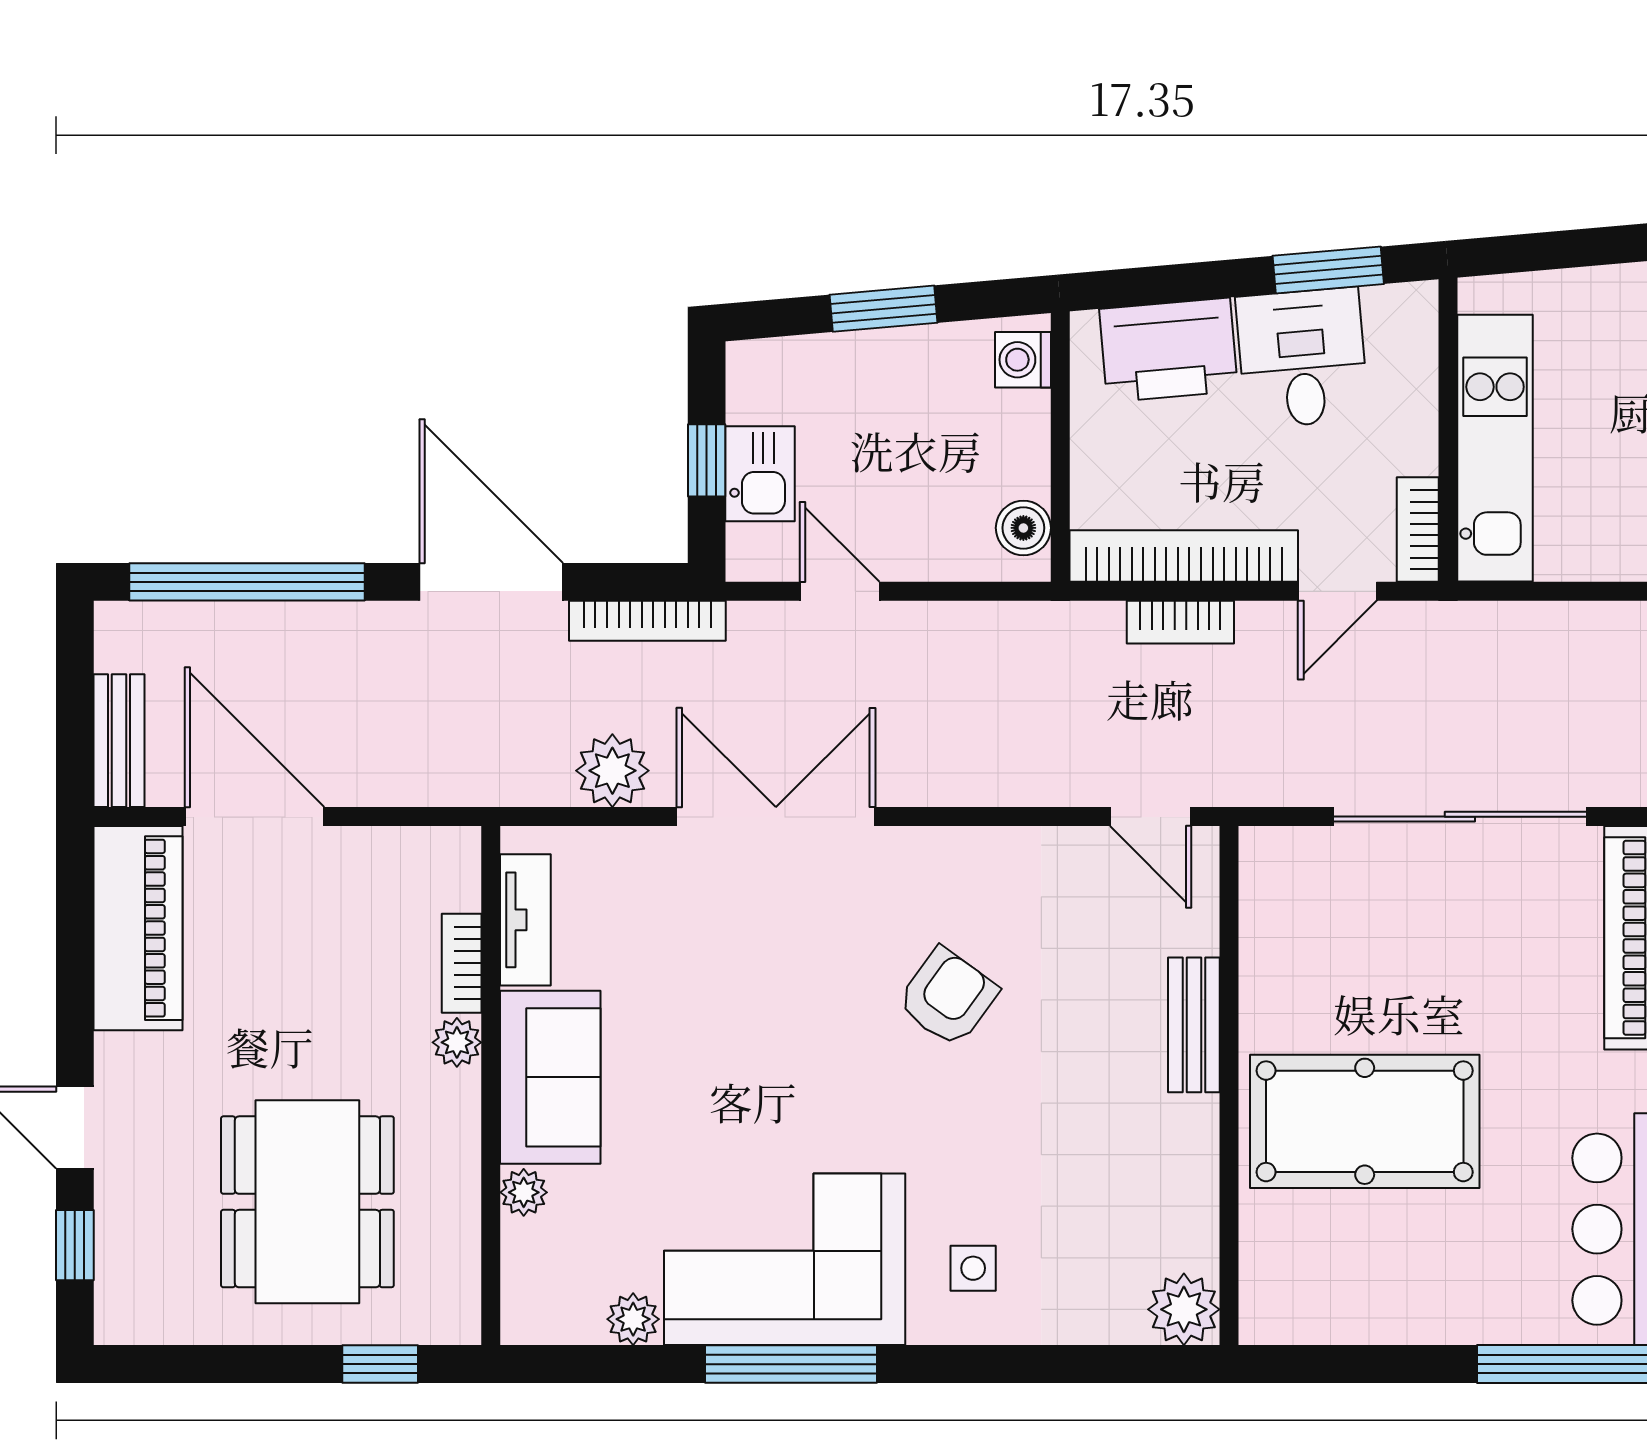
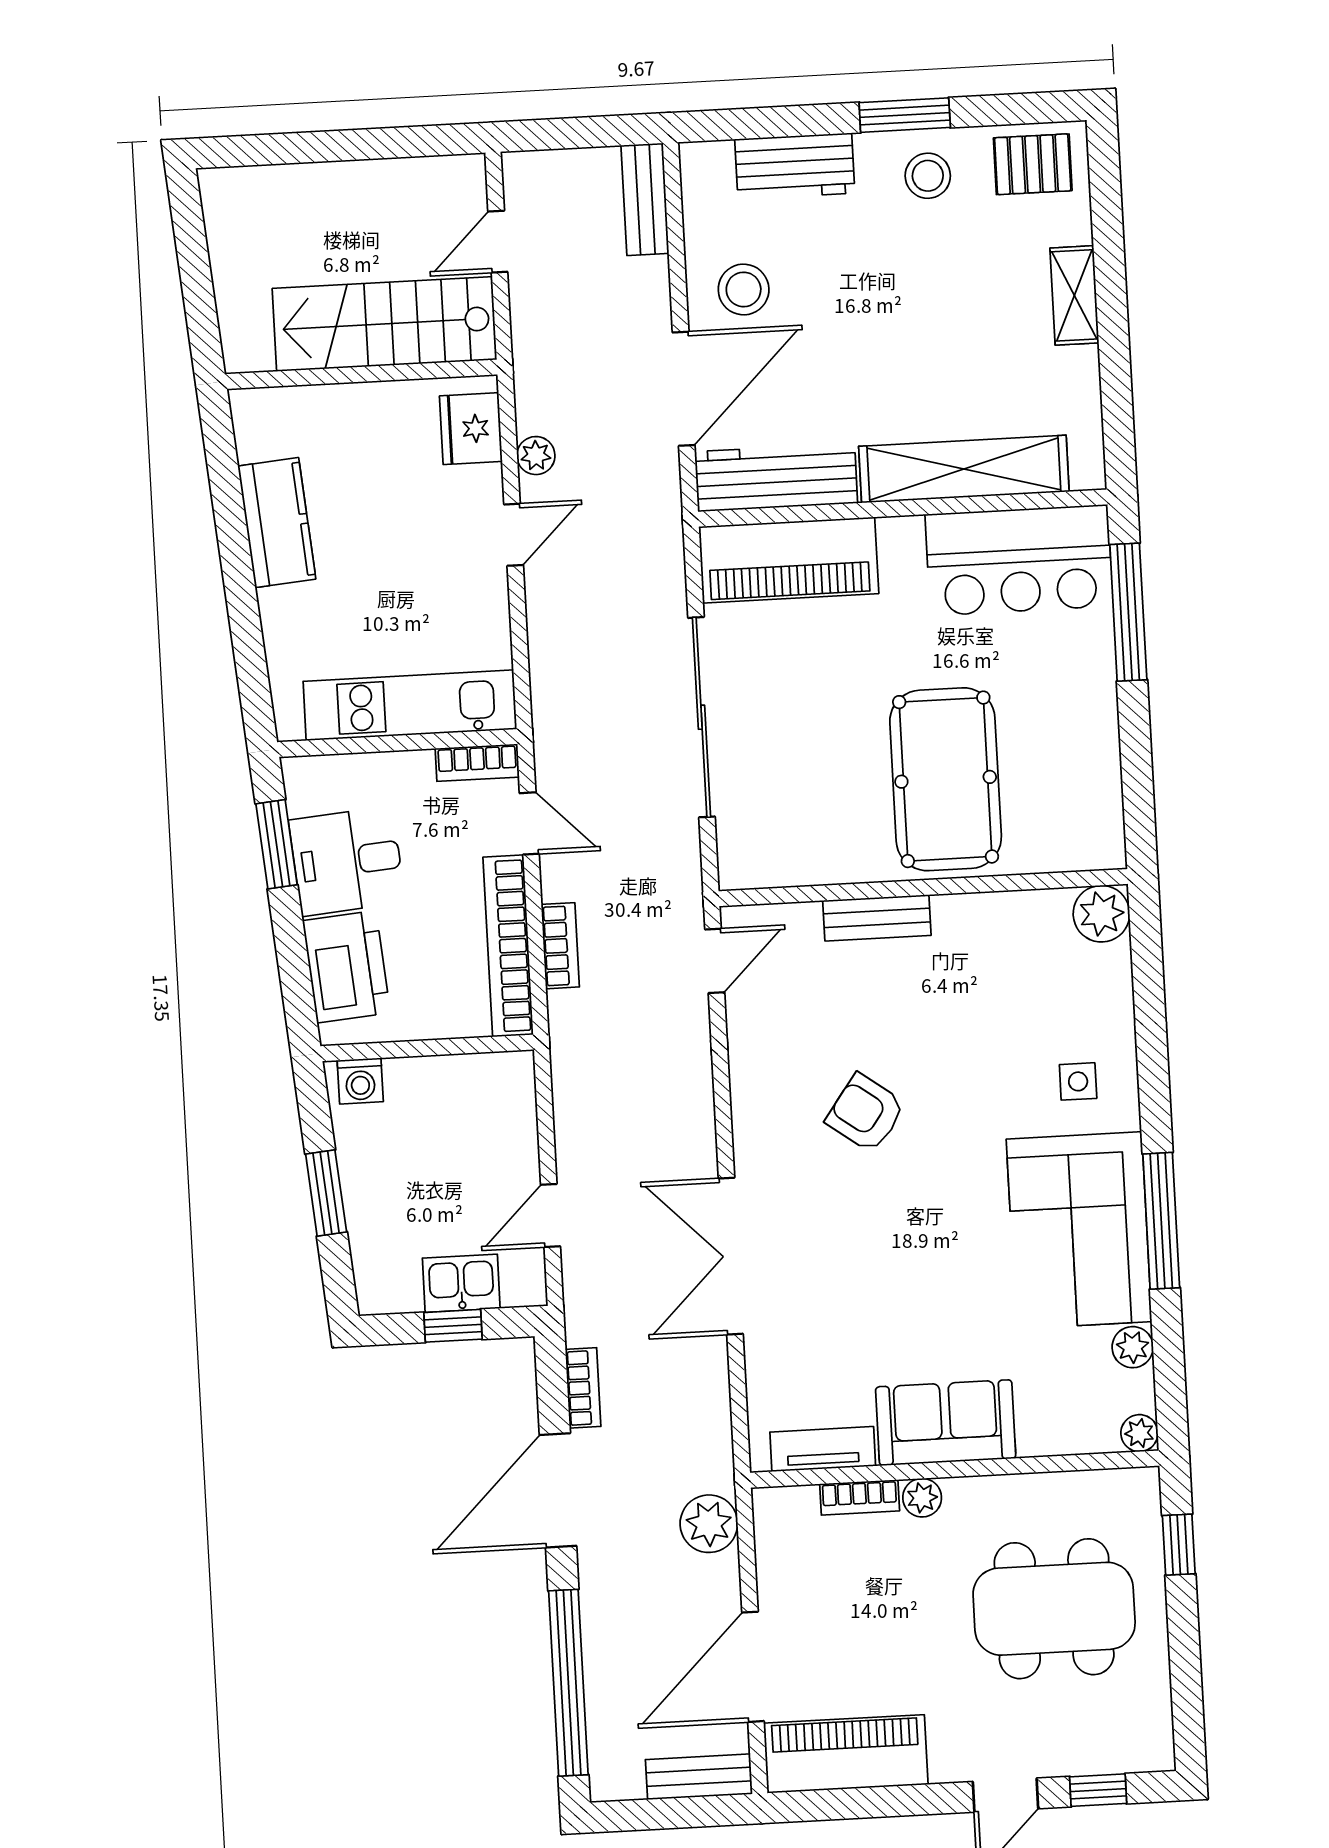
boiler: (1023, 528) -> (493, 1073), removed
bookcase: (647, 621) -> (583, 1388), width x0.64
plant: (612, 771) -> (709, 1524), moved
plant: (524, 1192) -> (1139, 1433), moved

